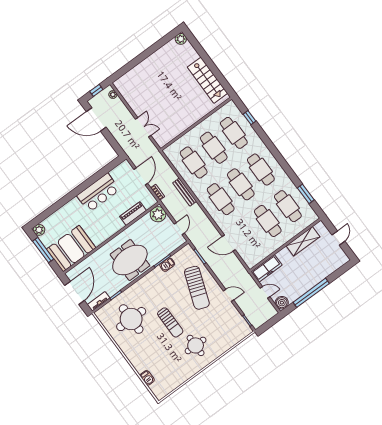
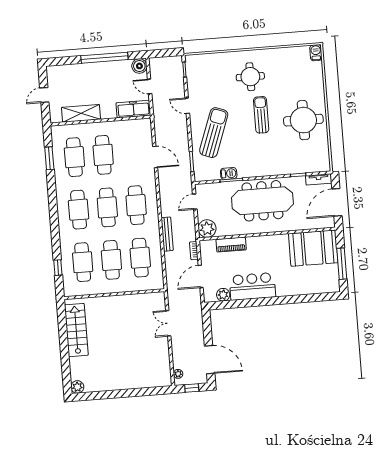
plant: (39, 230) -> (223, 295), moved
meeting table: (130, 260) -> (262, 201), width x1.36
round table: (131, 319) -> (303, 120), moved
barbecue: (147, 378) -> (316, 53), moved

